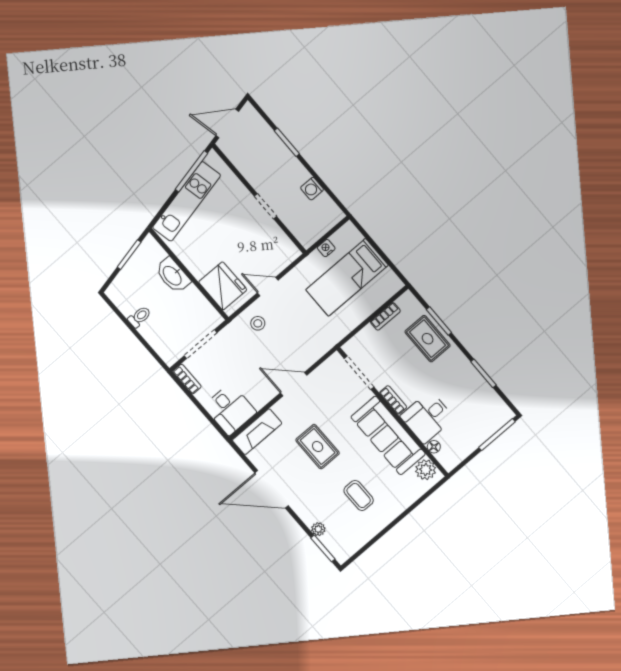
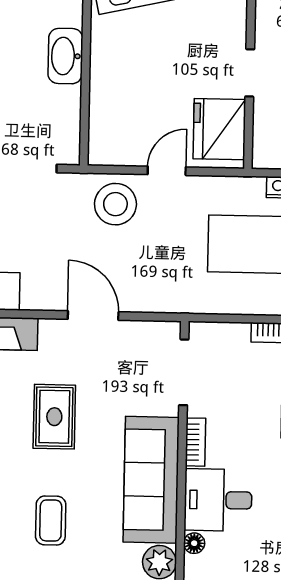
fridge: (223, 286) -> (219, 129), moved, turned 180
door: (268, 287) -> (167, 171), hinge flipped
stool: (258, 323) -> (115, 204), width x1.89, depth x1.89

